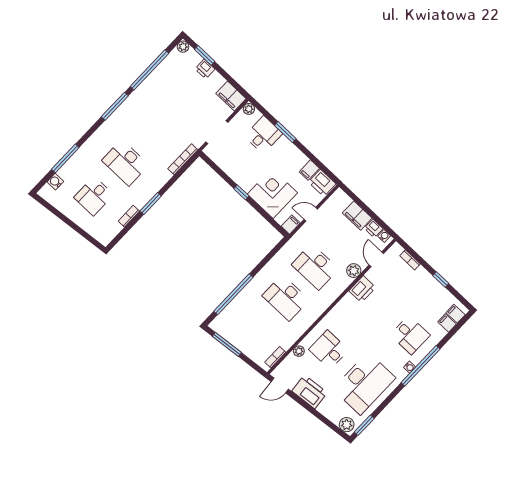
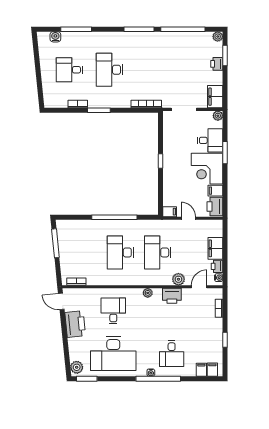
corner desk: (272, 193) -> (207, 169), moved, turned 180
window: (233, 294) -> (114, 217), moved
plant: (299, 351) -> (148, 293), moved

